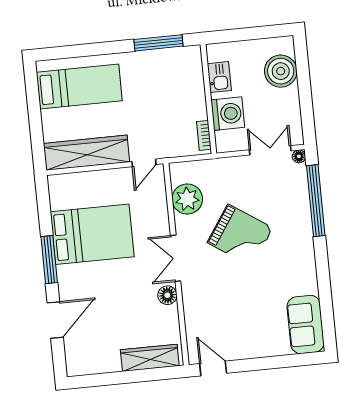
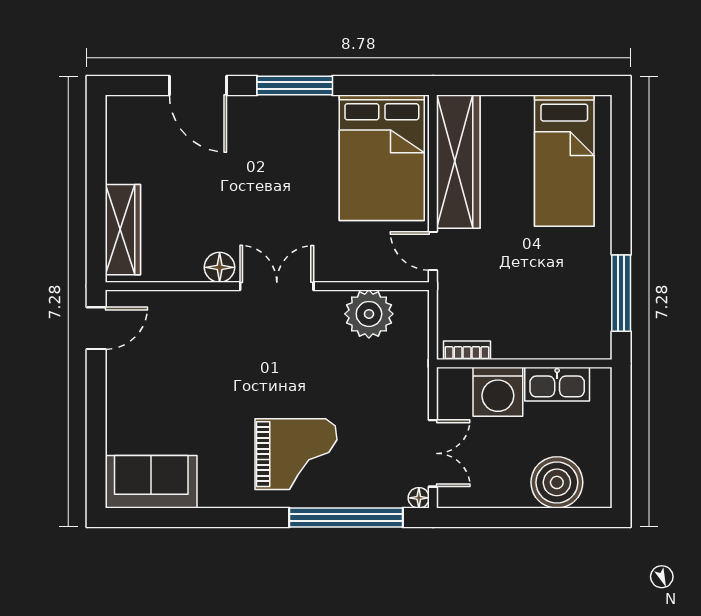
kitchen sink: (219, 77) -> (557, 384), width x1.38
bed: (92, 234) -> (382, 158), moved
grand piano: (240, 235) -> (296, 454), moved, turned -124

